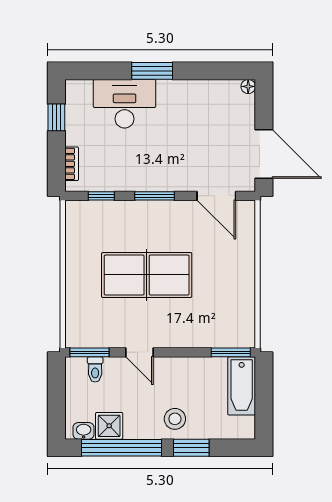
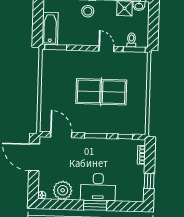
plant: (211, 96) -> (63, 190), added
desk: (125, 104) -> (98, 187), moved

